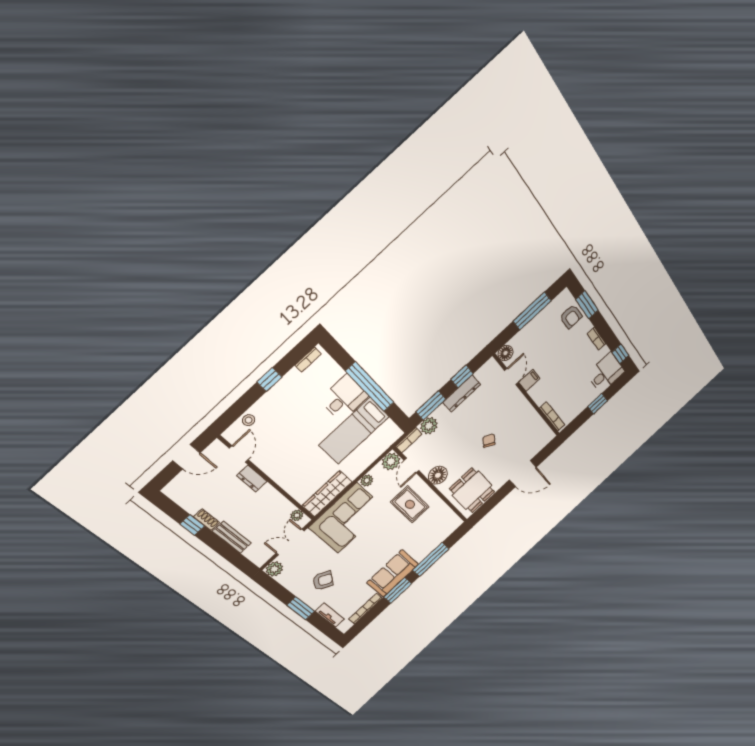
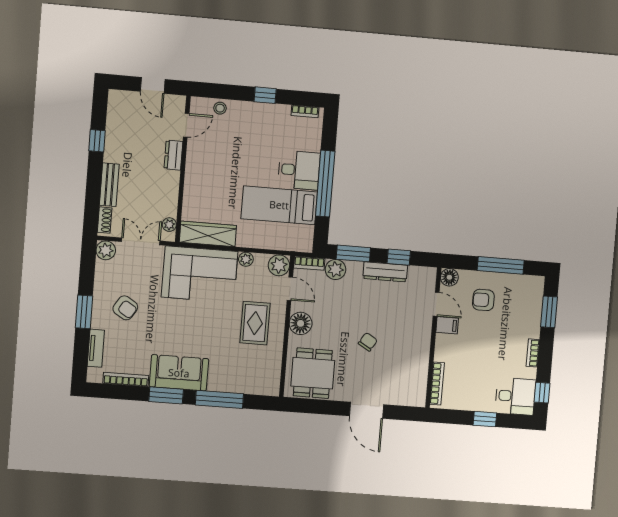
armchair: (571, 317) -> (483, 300), moved, turned 90
door: (511, 377) -> (436, 304), hinge flipped
door: (412, 466) -> (290, 289), swing flipped
shoe rack: (207, 520) -> (105, 220), moved

